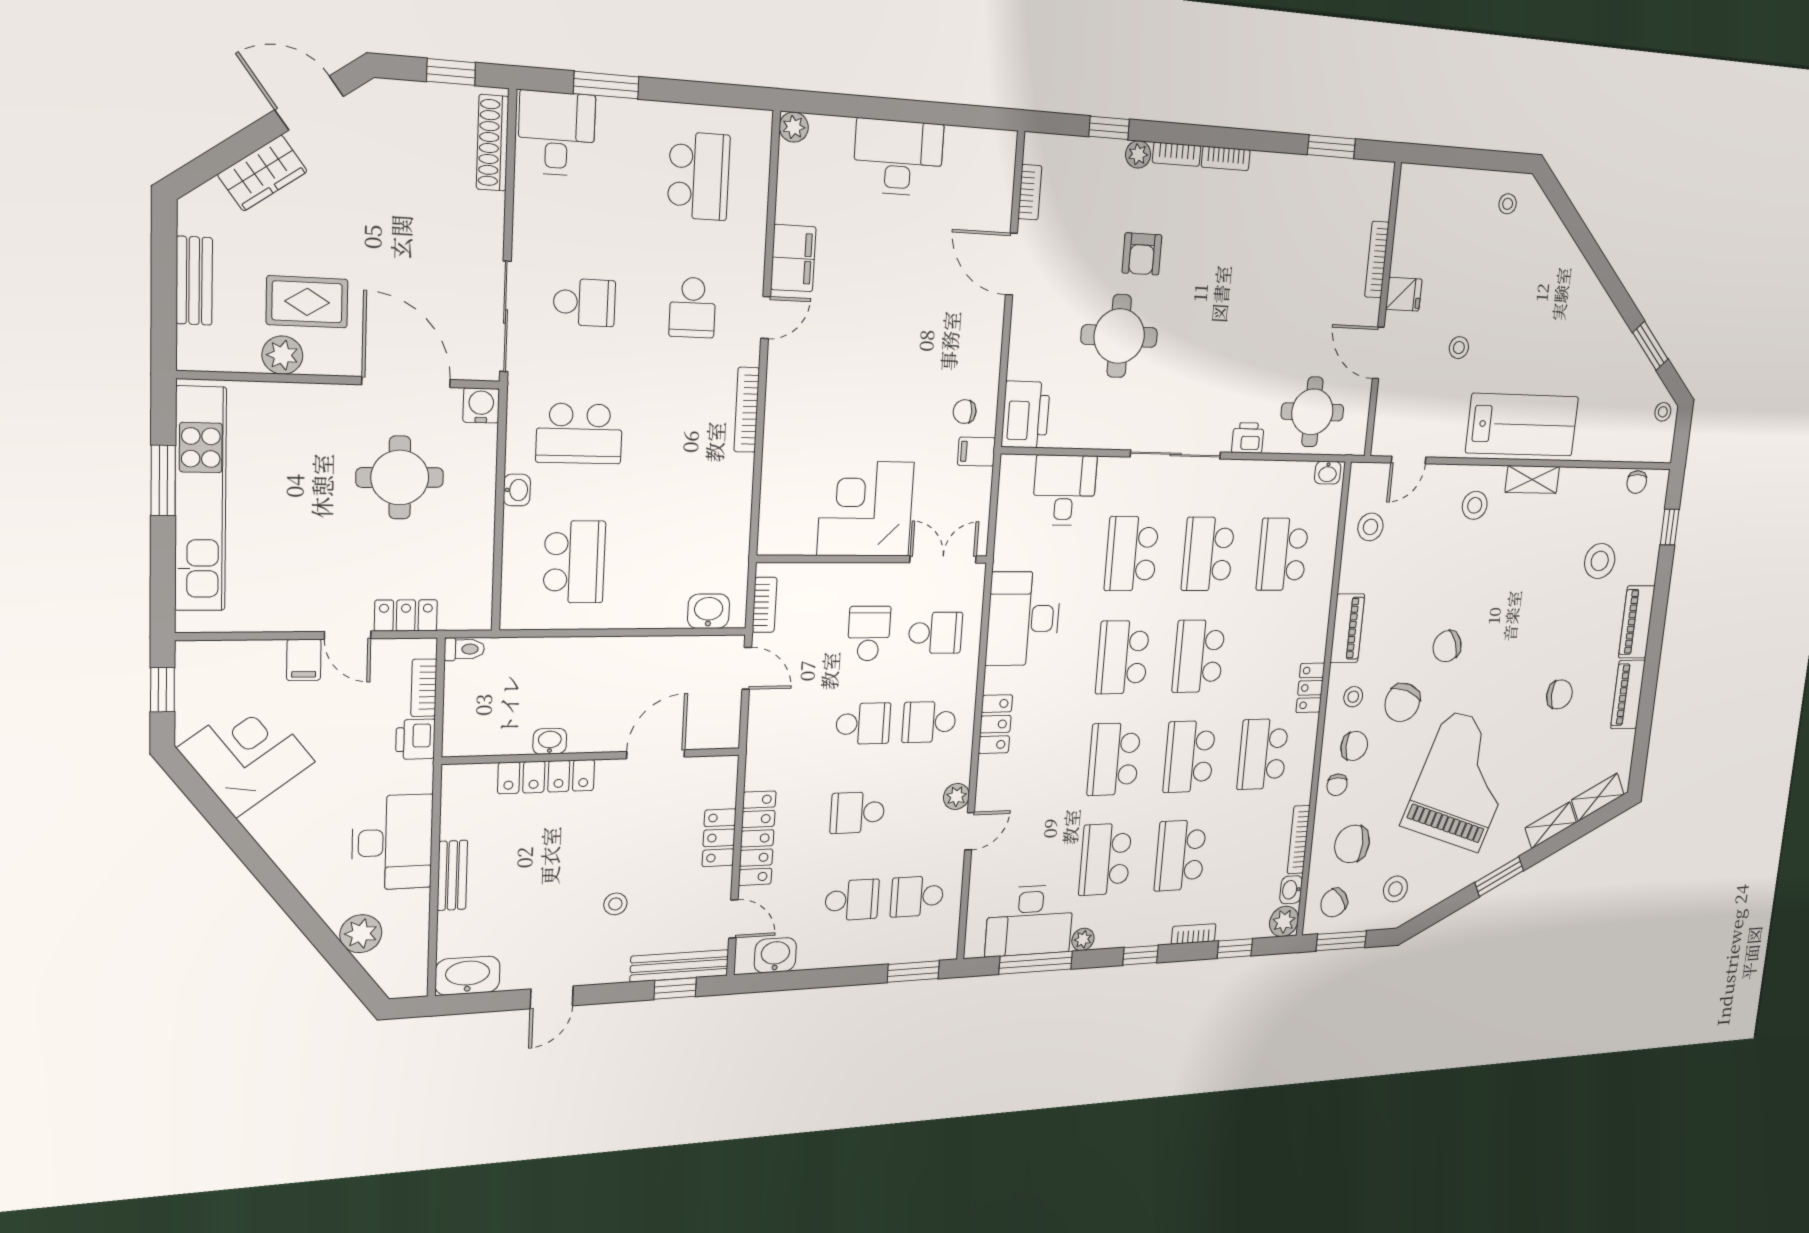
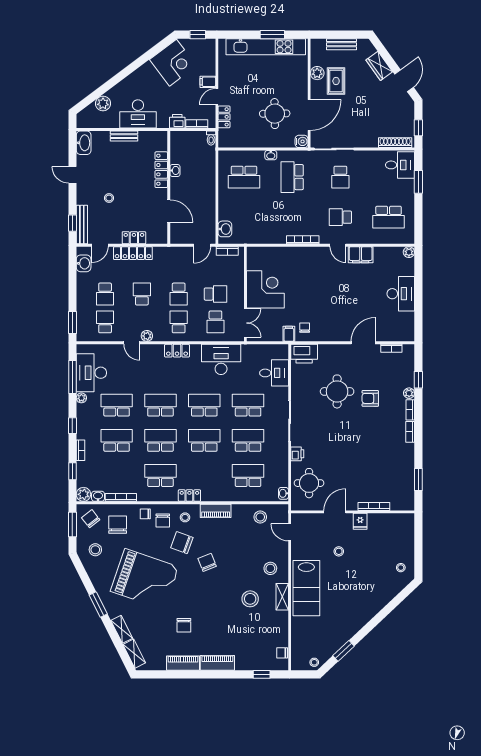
stool: (1600, 561) -> (250, 599), moved

